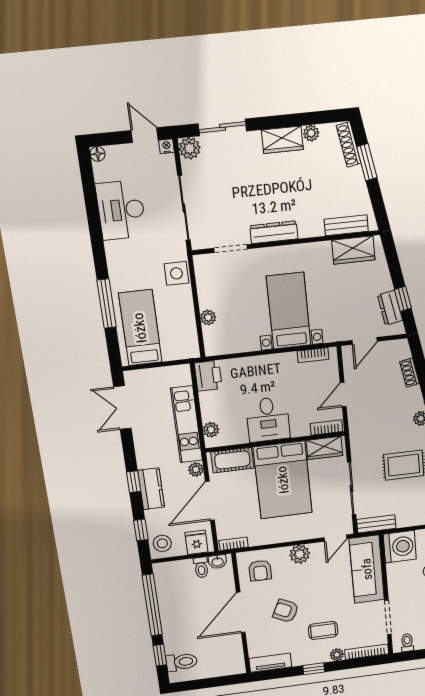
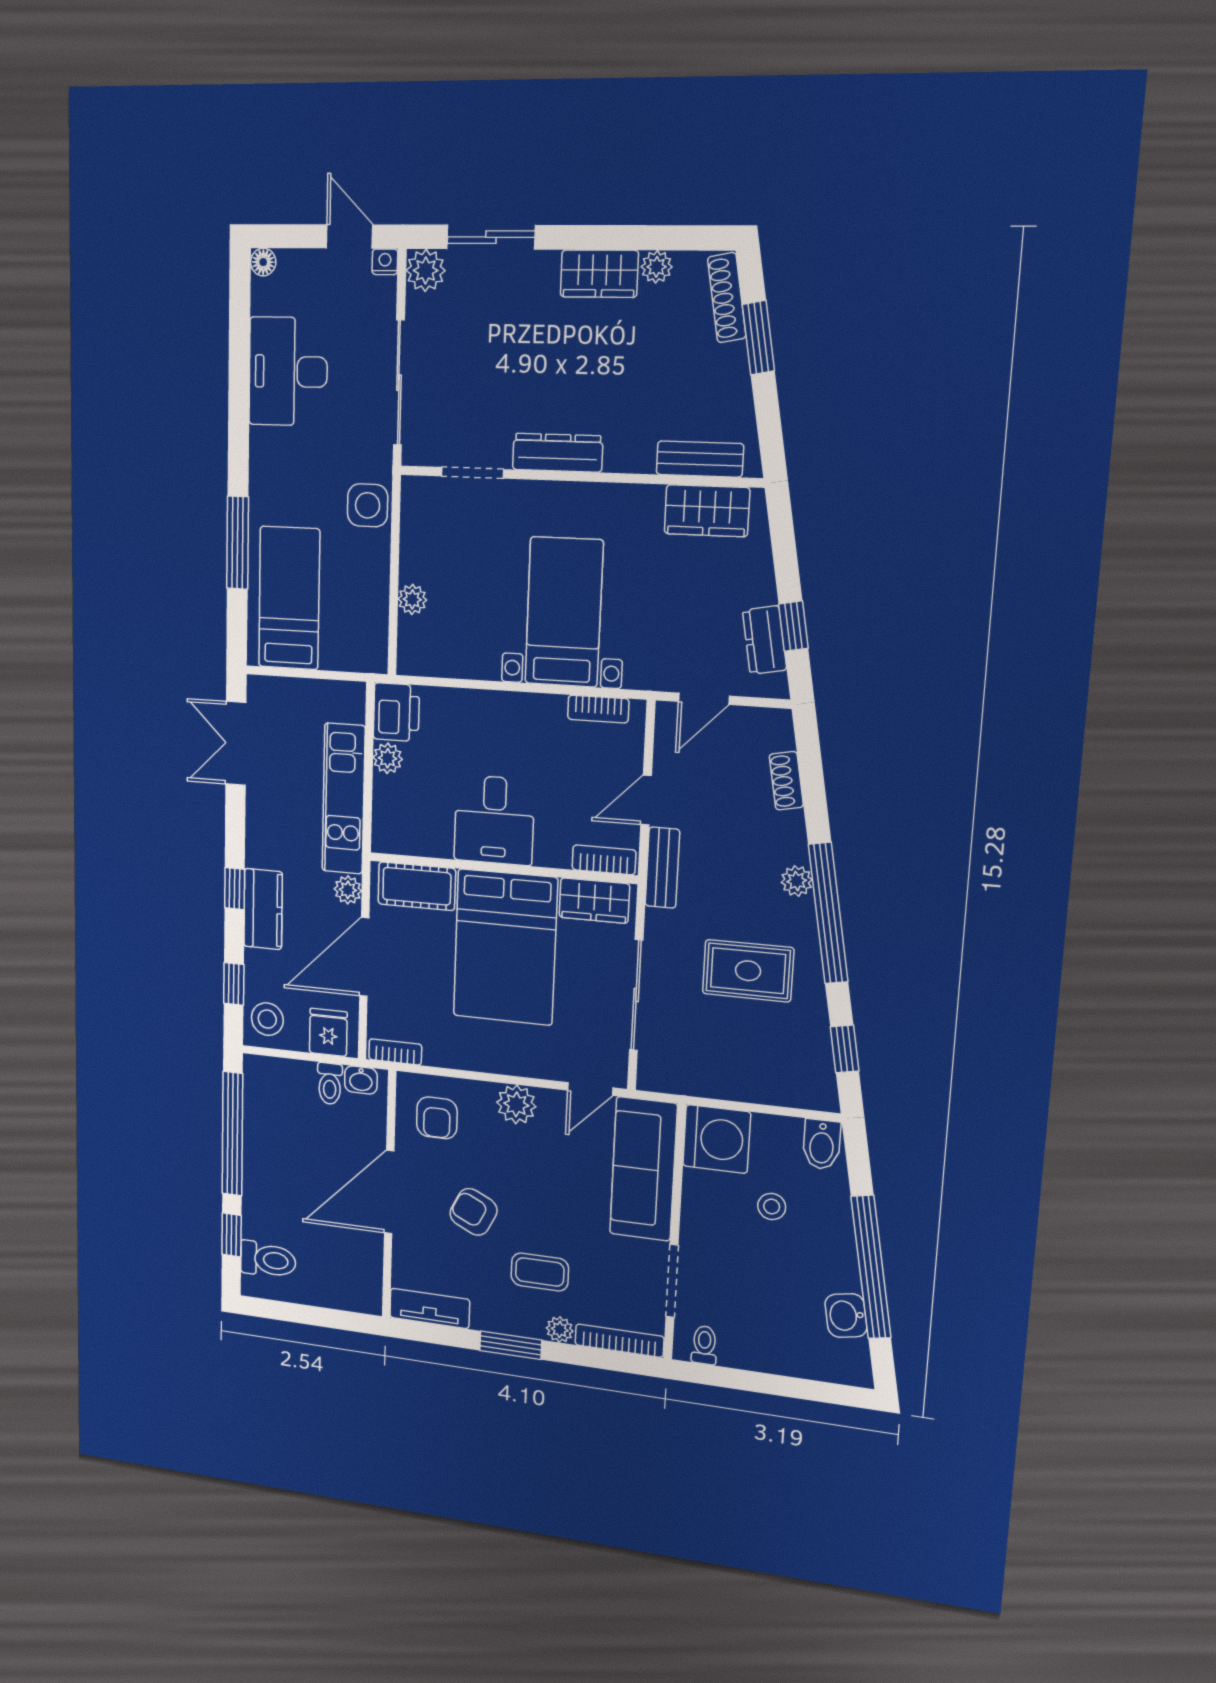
plant: (211, 430) -> (388, 758), moved
bench: (376, 524) -> (662, 868), moved, turned 90
window: (314, 669) -> (511, 1345), width x1.50

